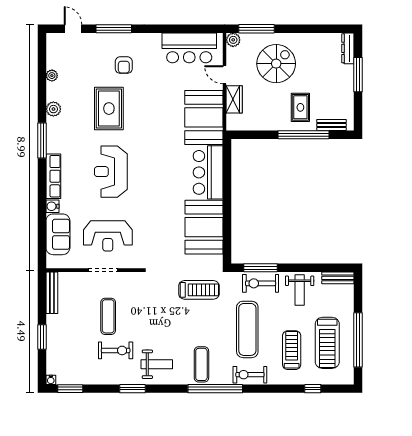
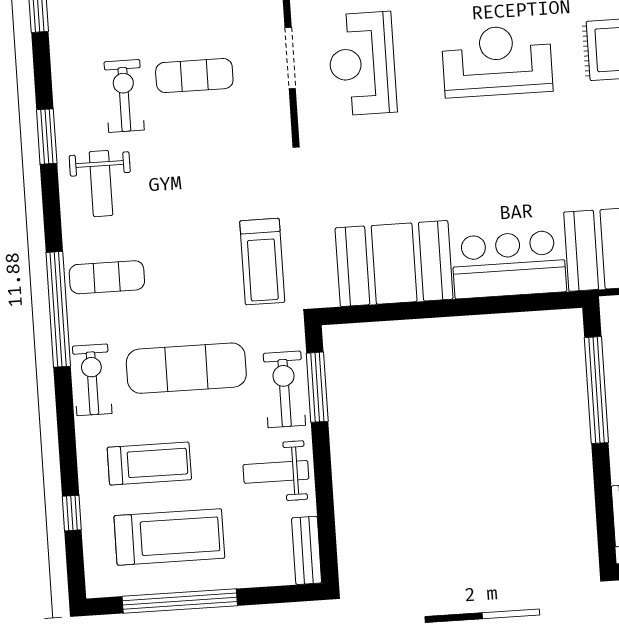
window: (304, 135) -> (596, 390), moved
treadmill: (327, 343) -> (169, 537), turned 180
exercise bike: (116, 350) -> (124, 96), turned 180

